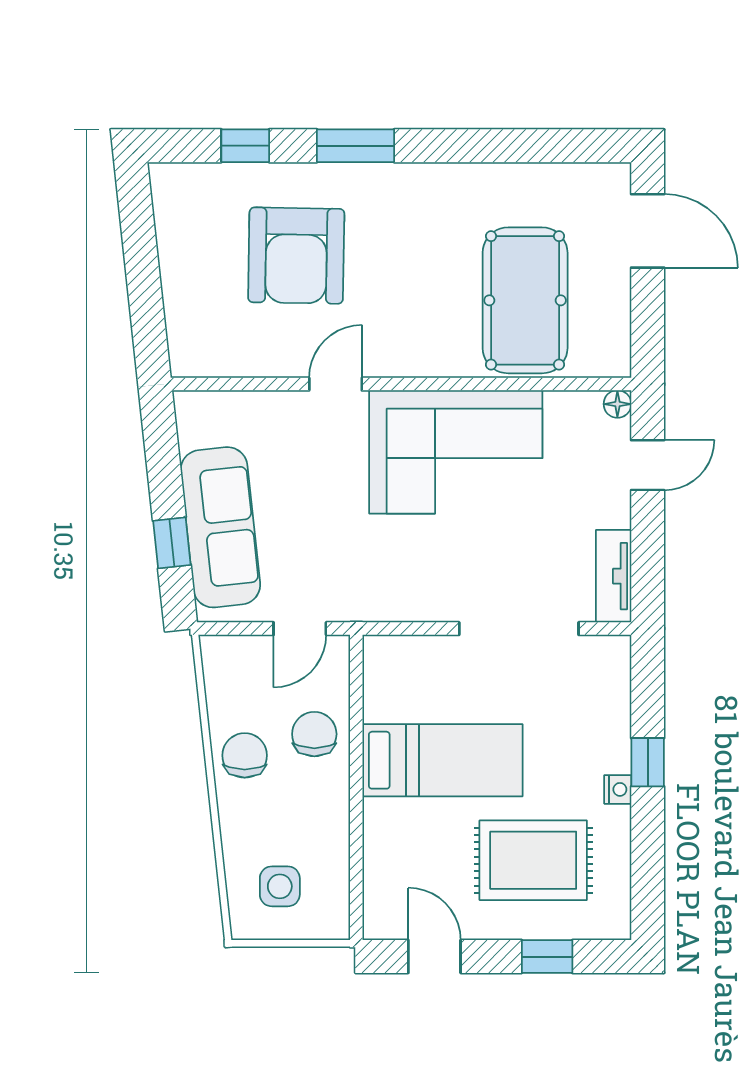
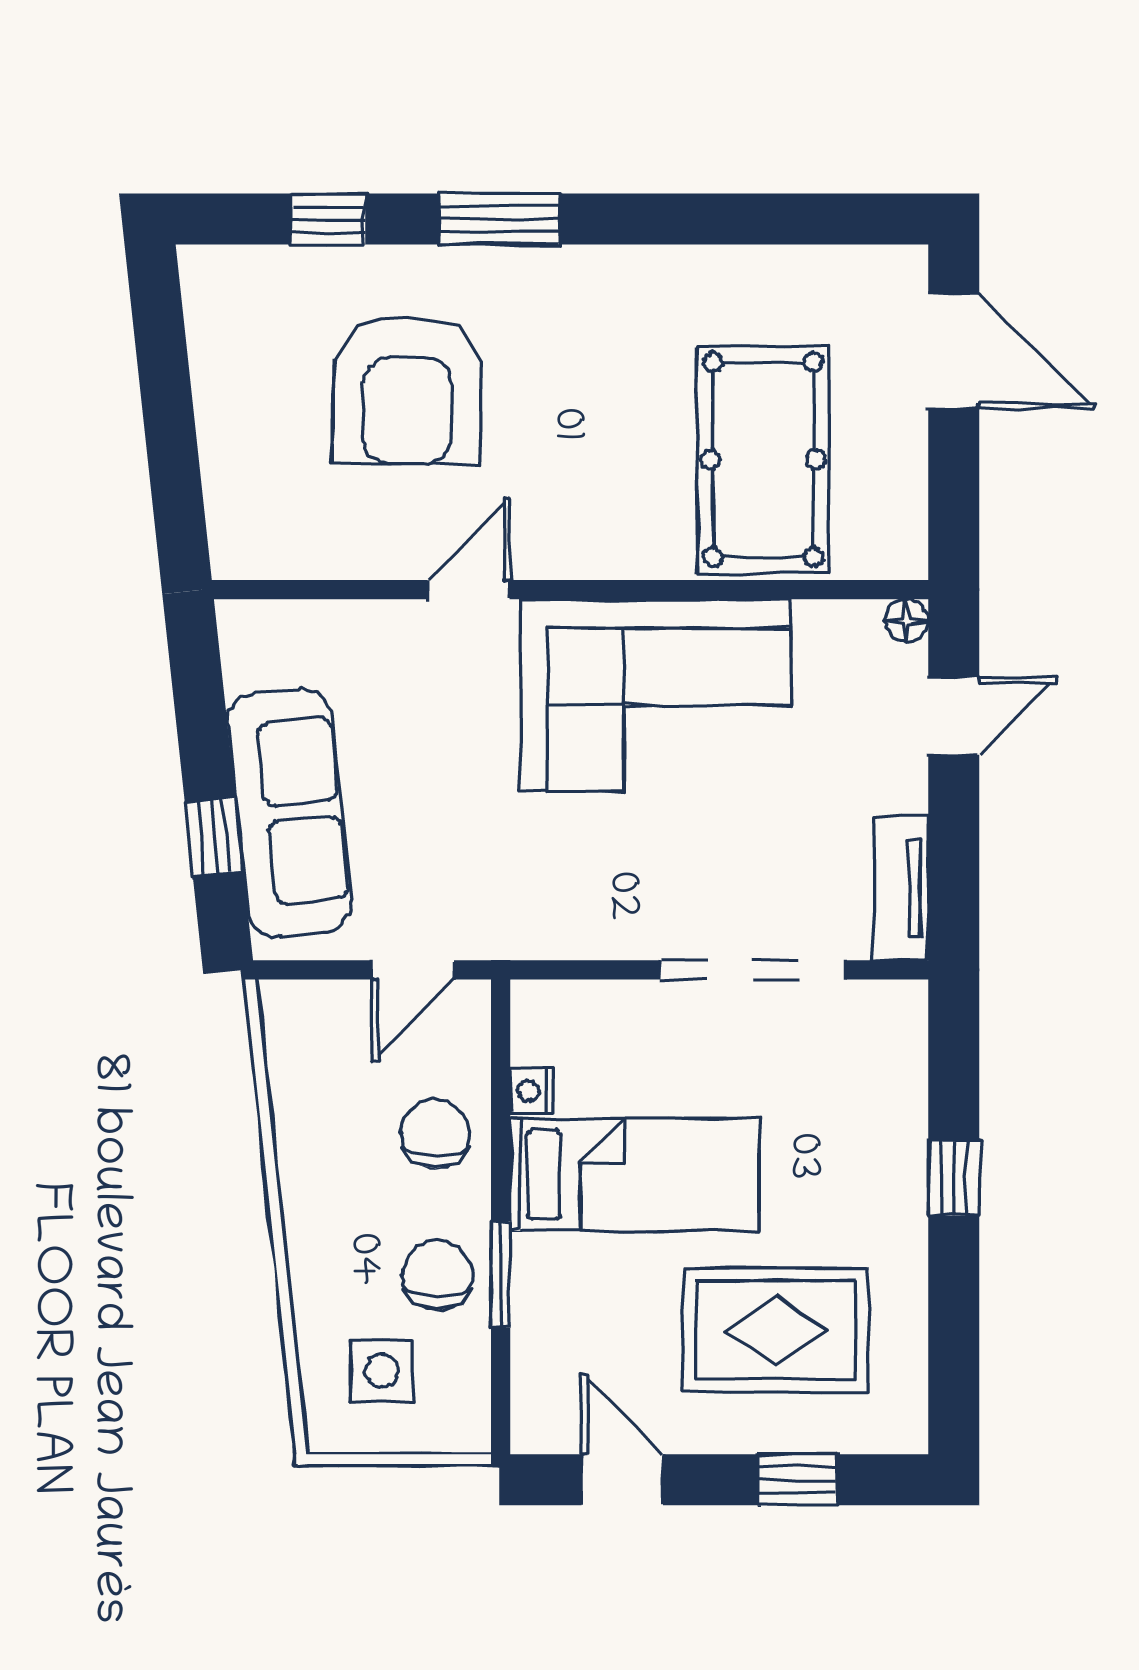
chair: (245, 755) -> (438, 1275), moved
nightstand: (618, 789) -> (531, 1091), moved, turned 180
window: (356, 824) -> (501, 1274), added

